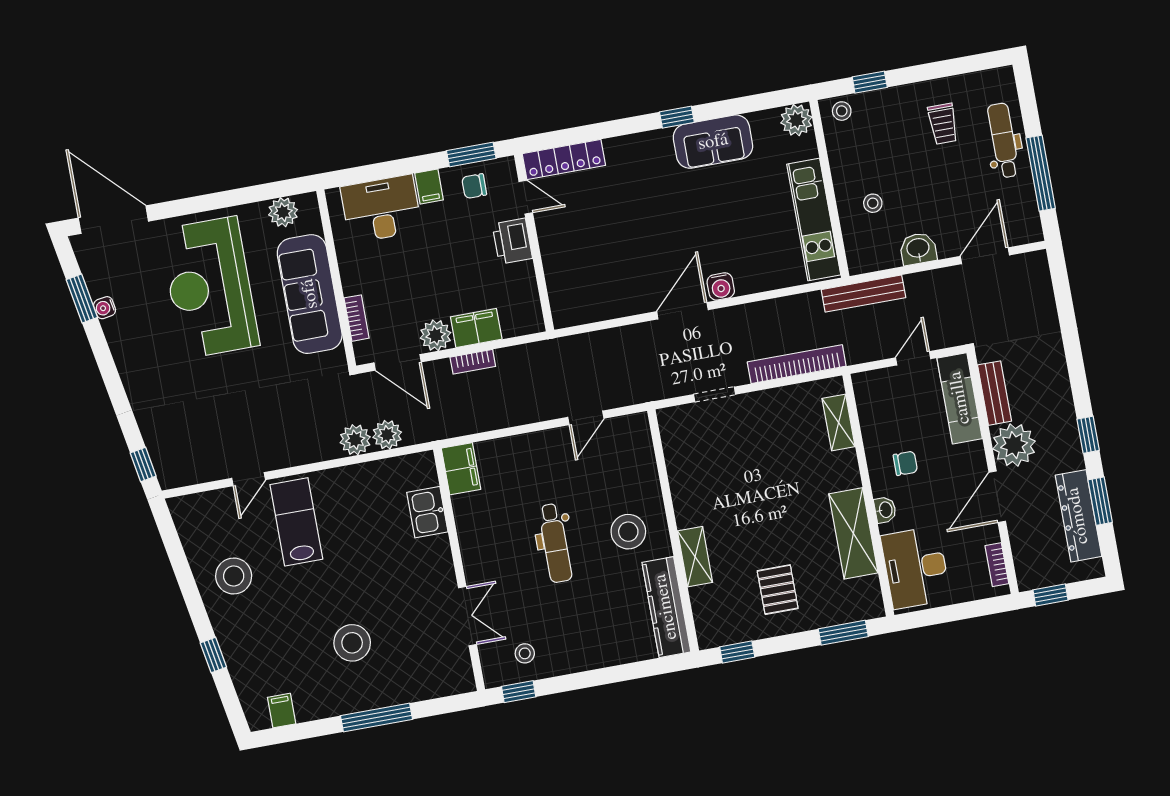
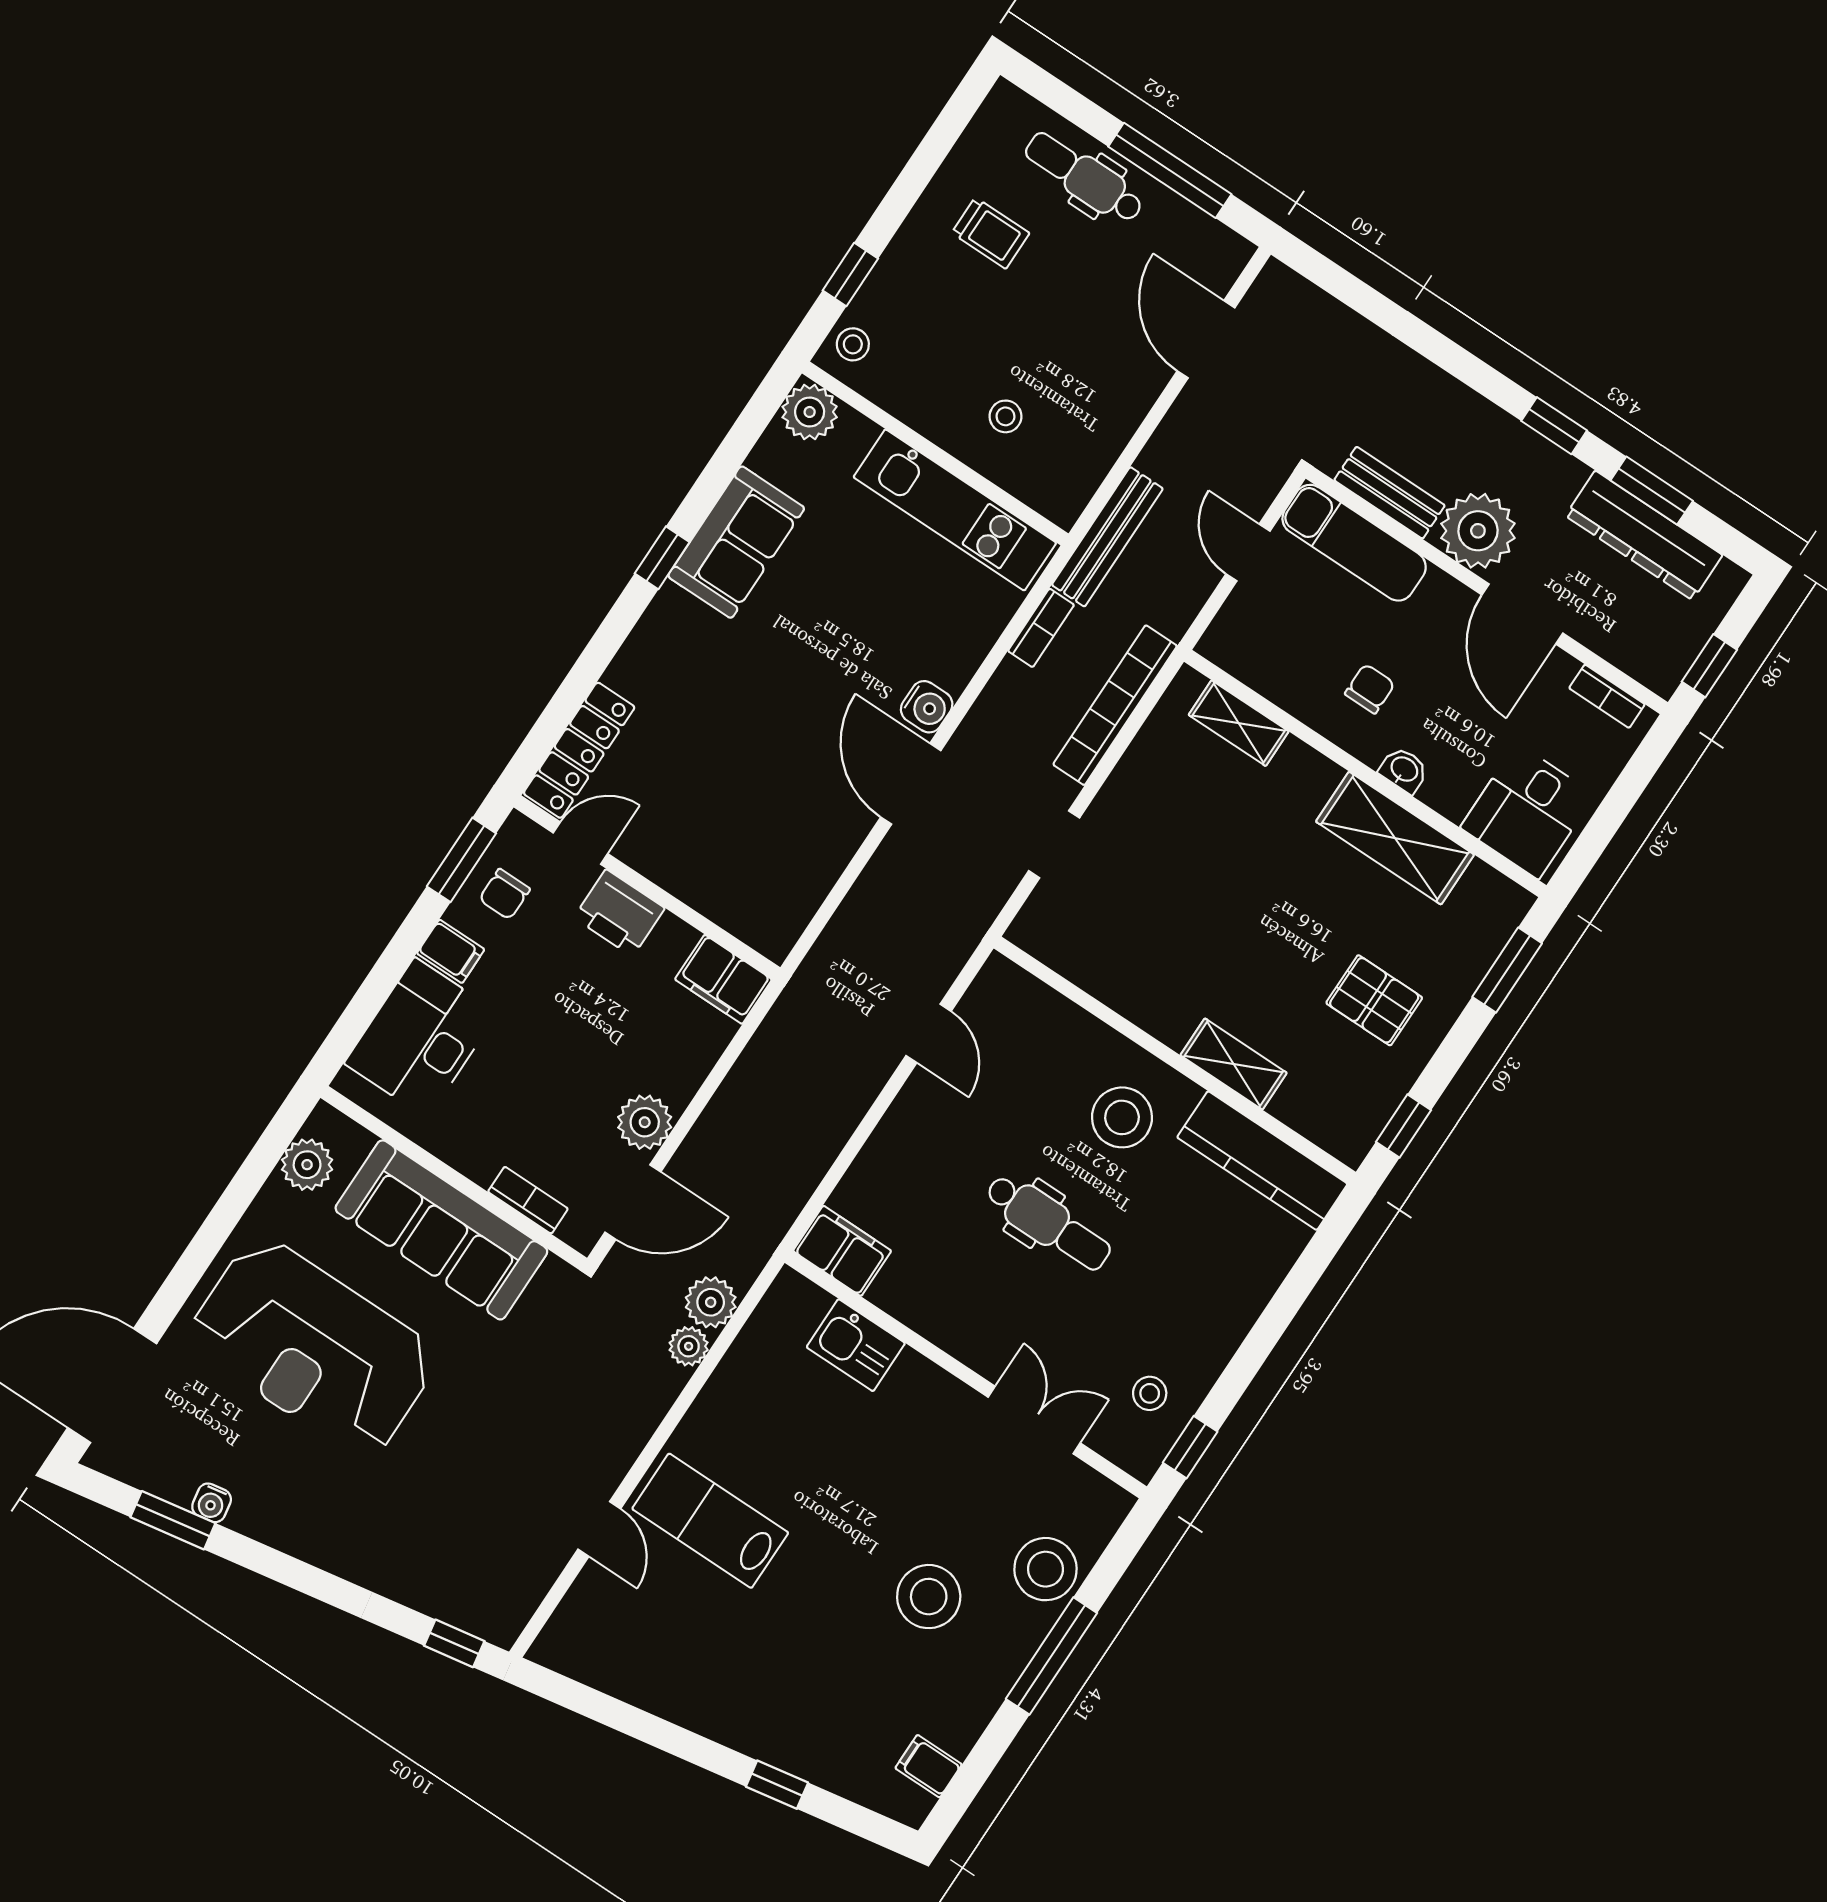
washbasin: (918, 249) -> (1117, 415), removed
filing cabinet: (476, 328) -> (723, 979), moved, turned -90
bookcase: (473, 362) -> (1041, 628), moved
plant: (355, 440) -> (689, 1346), width x0.73, depth x0.73
desk: (916, 568) -> (1528, 811), width x0.73
stool: (234, 576) -> (1045, 1569), moved

